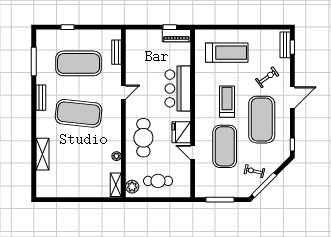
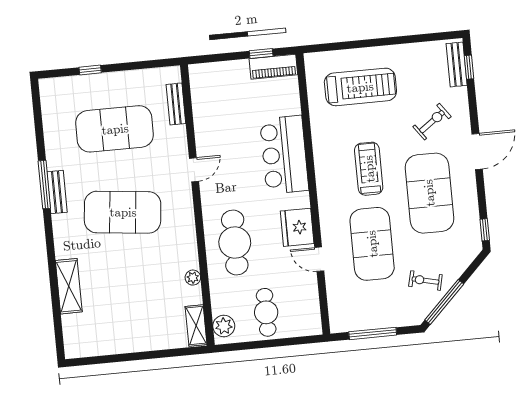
window: (34, 62) -> (44, 185), moved
cafe table: (158, 181) -> (266, 312), turned 90

